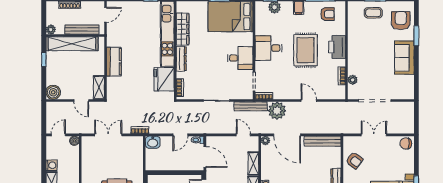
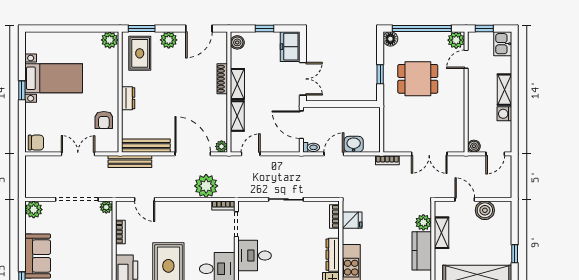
fridge: (164, 79) -> (352, 220), width x0.53, depth x0.75
plant: (353, 80) -> (106, 207), moved
plant: (113, 83) -> (423, 222), added
shelving: (99, 87) -> (442, 233), moved
boiler: (53, 92) -> (485, 210), moved
plant: (407, 93) -> (34, 210), added
door: (309, 101) -> (145, 199), moved
bench: (251, 106) -> (130, 162), moved
door: (243, 135) -> (251, 154), swing flipped
double door: (374, 135) -> (78, 154), swing flipped
washbasin: (153, 142) -> (354, 144), moved
armchair: (354, 160) -> (104, 120), turned -126

